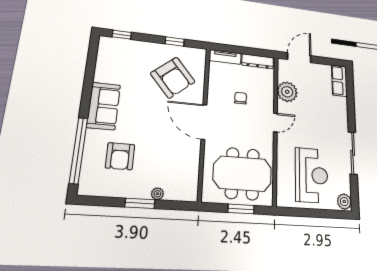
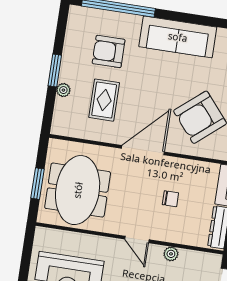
plant: (287, 92) -> (171, 254), width x0.53, depth x0.53
sofa: (104, 106) -> (178, 37), width x1.36
rug: (164, 157) -> (104, 100), added

